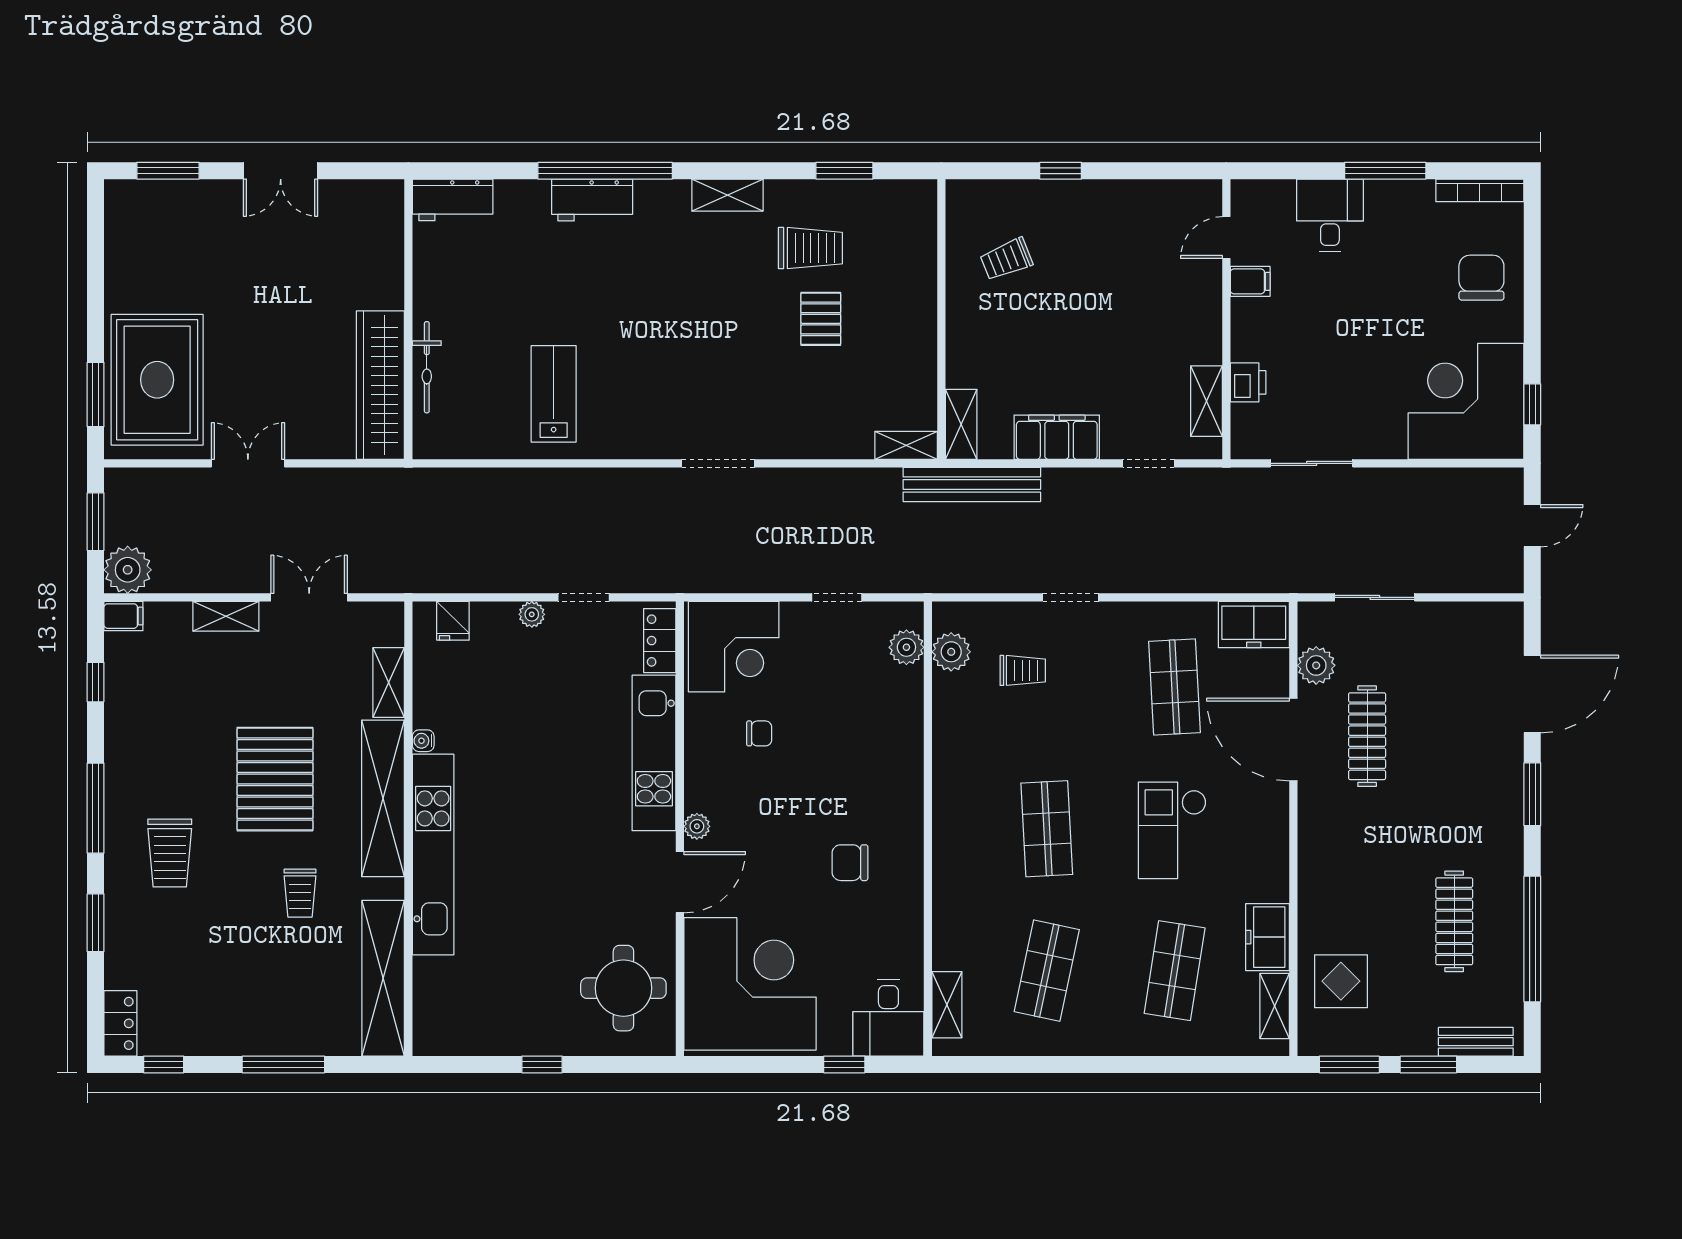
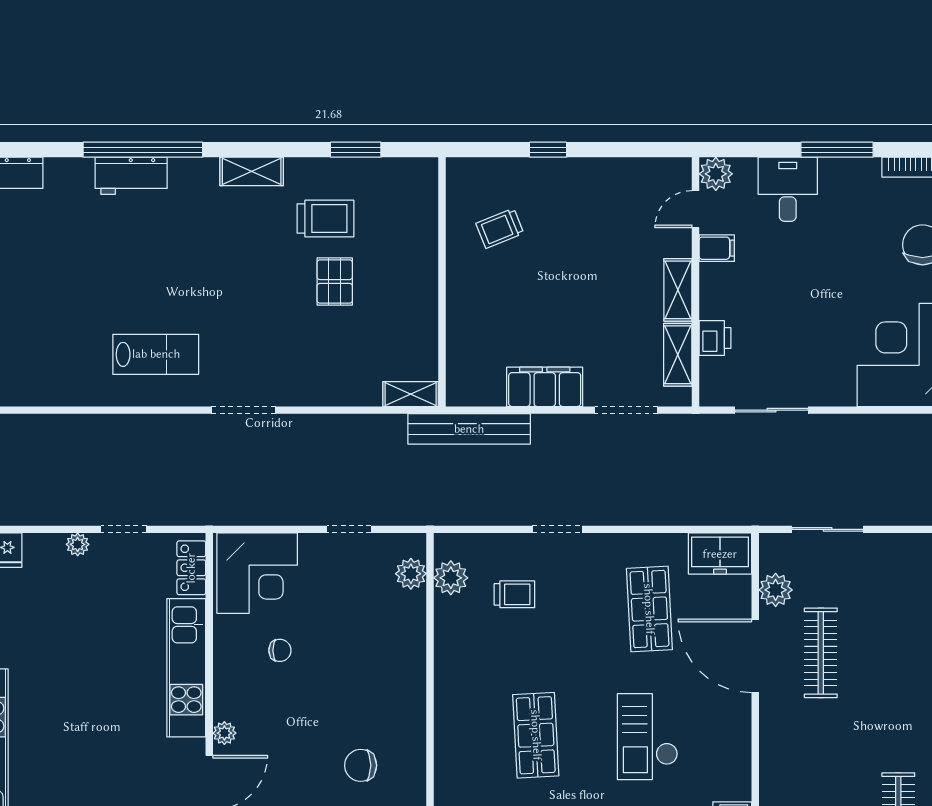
plant: (1249, 198) -> (716, 174), added
lab bench: (554, 394) -> (156, 354), moved, turned 90
shelving: (961, 424) -> (678, 290), moved
doorway: (1149, 463) -> (626, 410), width x1.38

